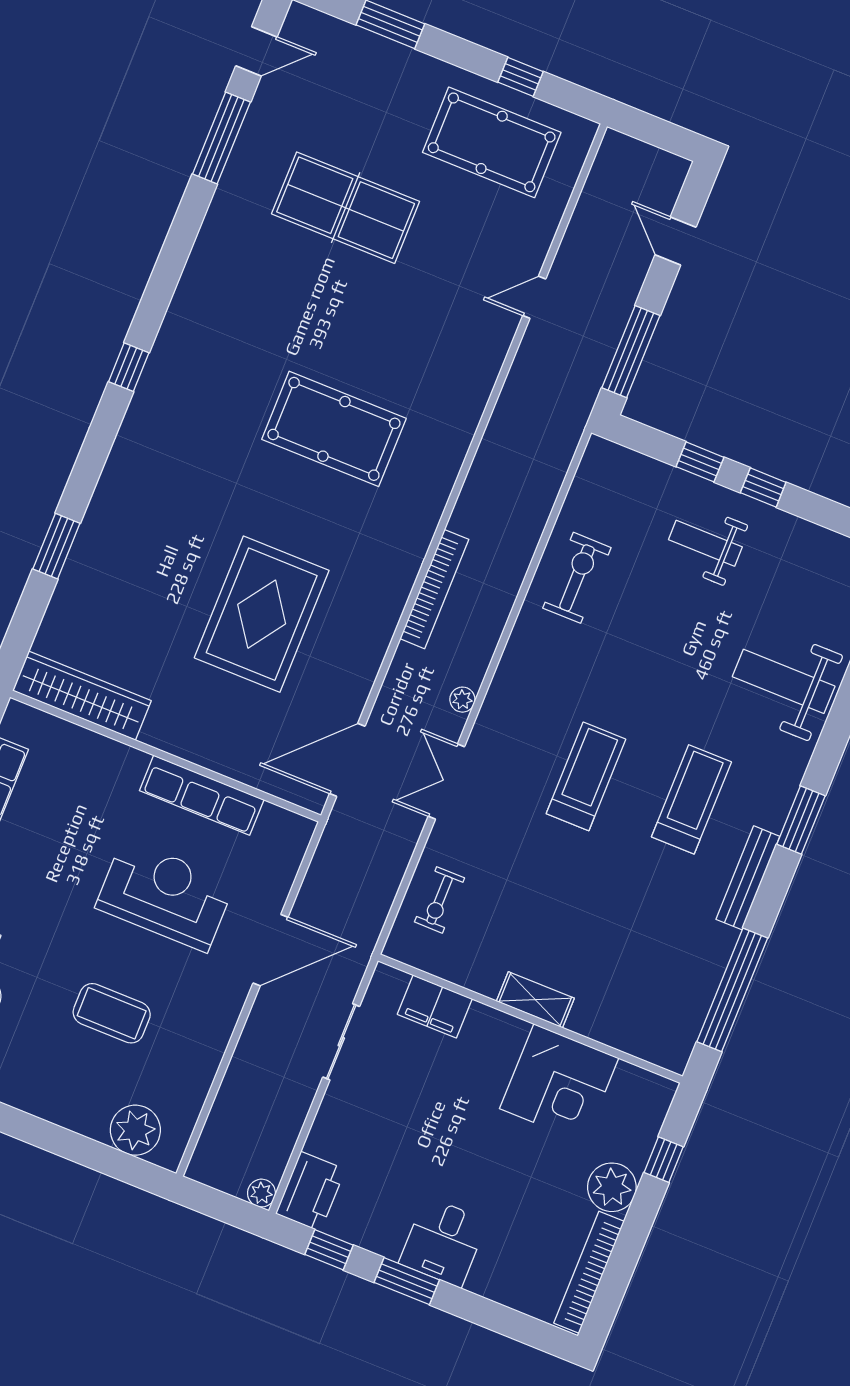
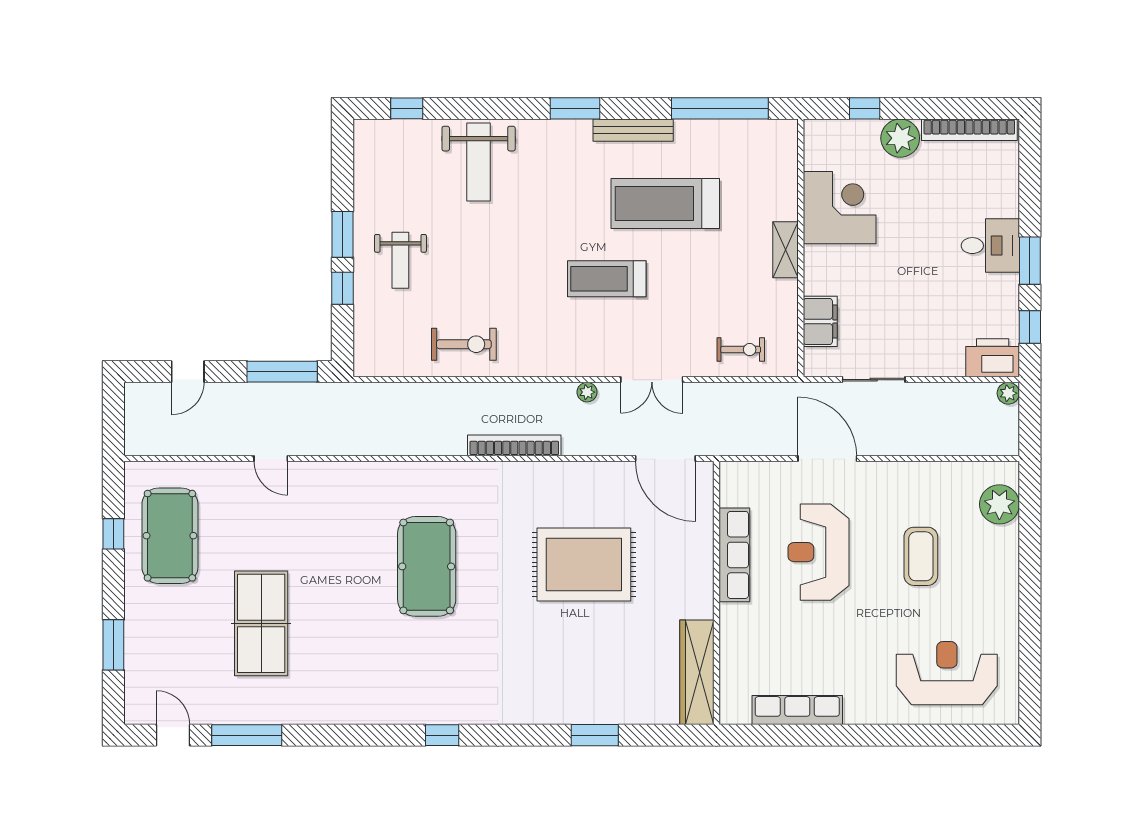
window: (763, 488) -> (343, 234), width x1.50
exercise bike: (577, 578) -> (464, 344), turned 180
treadmill: (691, 799) -> (665, 203), moved, width x1.37, depth x1.38

